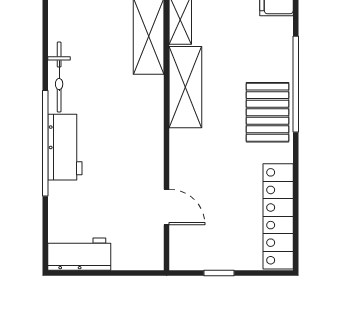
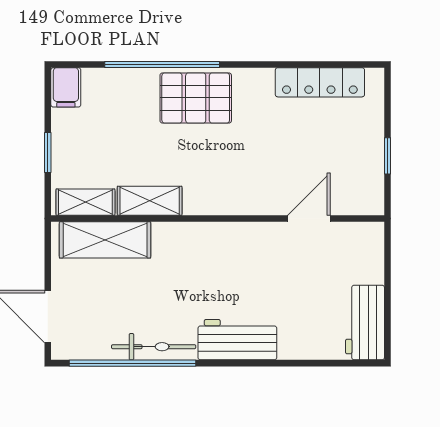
shelving: (185, 87) -> (150, 201), width x0.67, depth x0.75
window: (45, 143) -> (132, 363), moved
locker: (278, 216) -> (320, 82), width x0.71, depth x0.83

